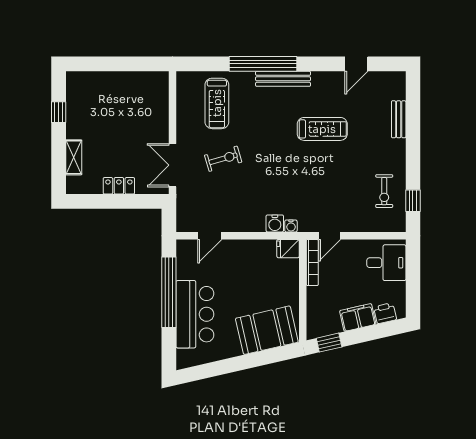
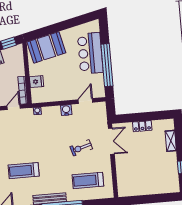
treadmill: (217, 103) -> (88, 180), turned -90
water cooler: (275, 223) -> (66, 110), moved
fridge: (288, 249) -> (37, 82), moved

